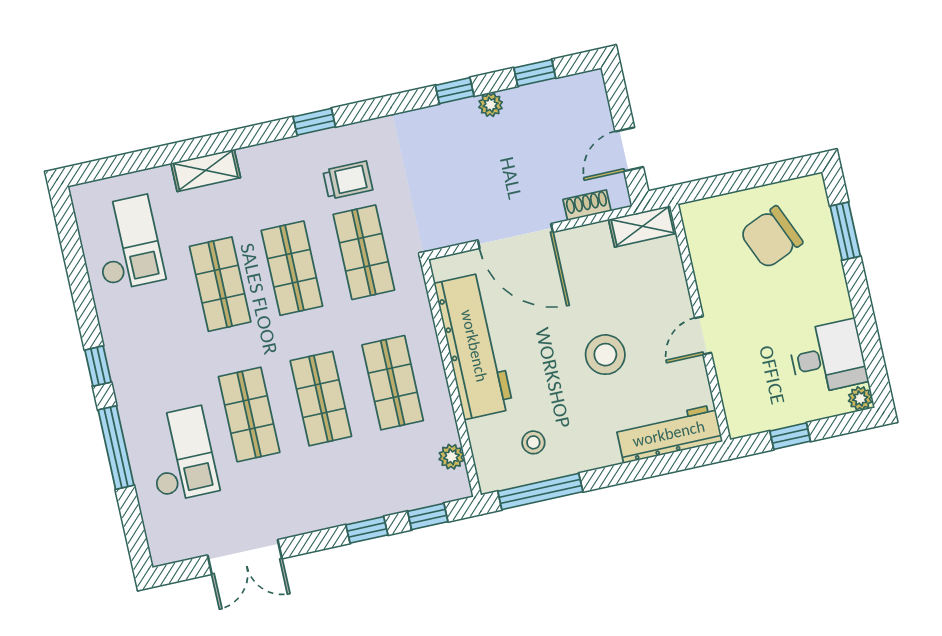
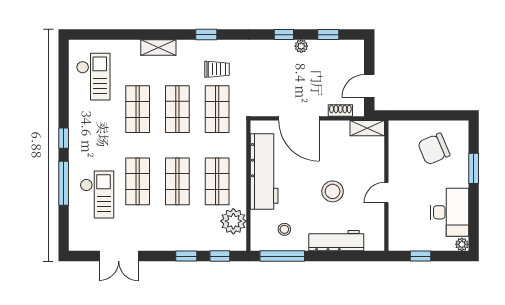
shelving: (206, 170) -> (158, 47), moved
window: (845, 231) -> (474, 168), moved
desk: (828, 357) -> (450, 212), width x1.37
workbench: (669, 434) -> (336, 241), moved
plant: (451, 457) -> (233, 221), width x1.87, depth x1.87

